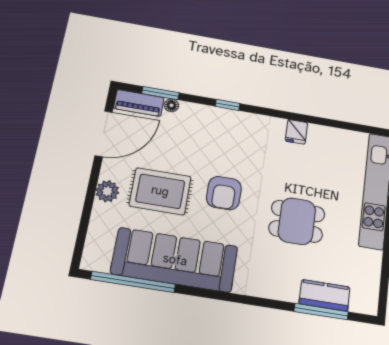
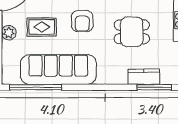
rug: (160, 191) -> (42, 27), width x0.73, depth x0.70
kitchen counter: (325, 295) -> (144, 77), moved

